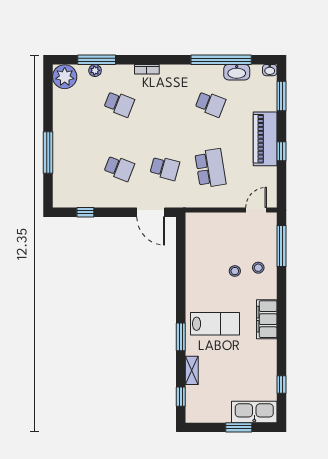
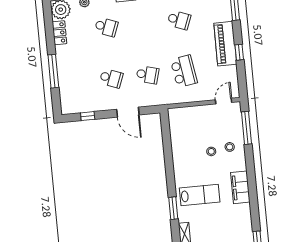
locker: (60, 105) -> (59, 33), added
door: (151, 212) -> (128, 112), moved

